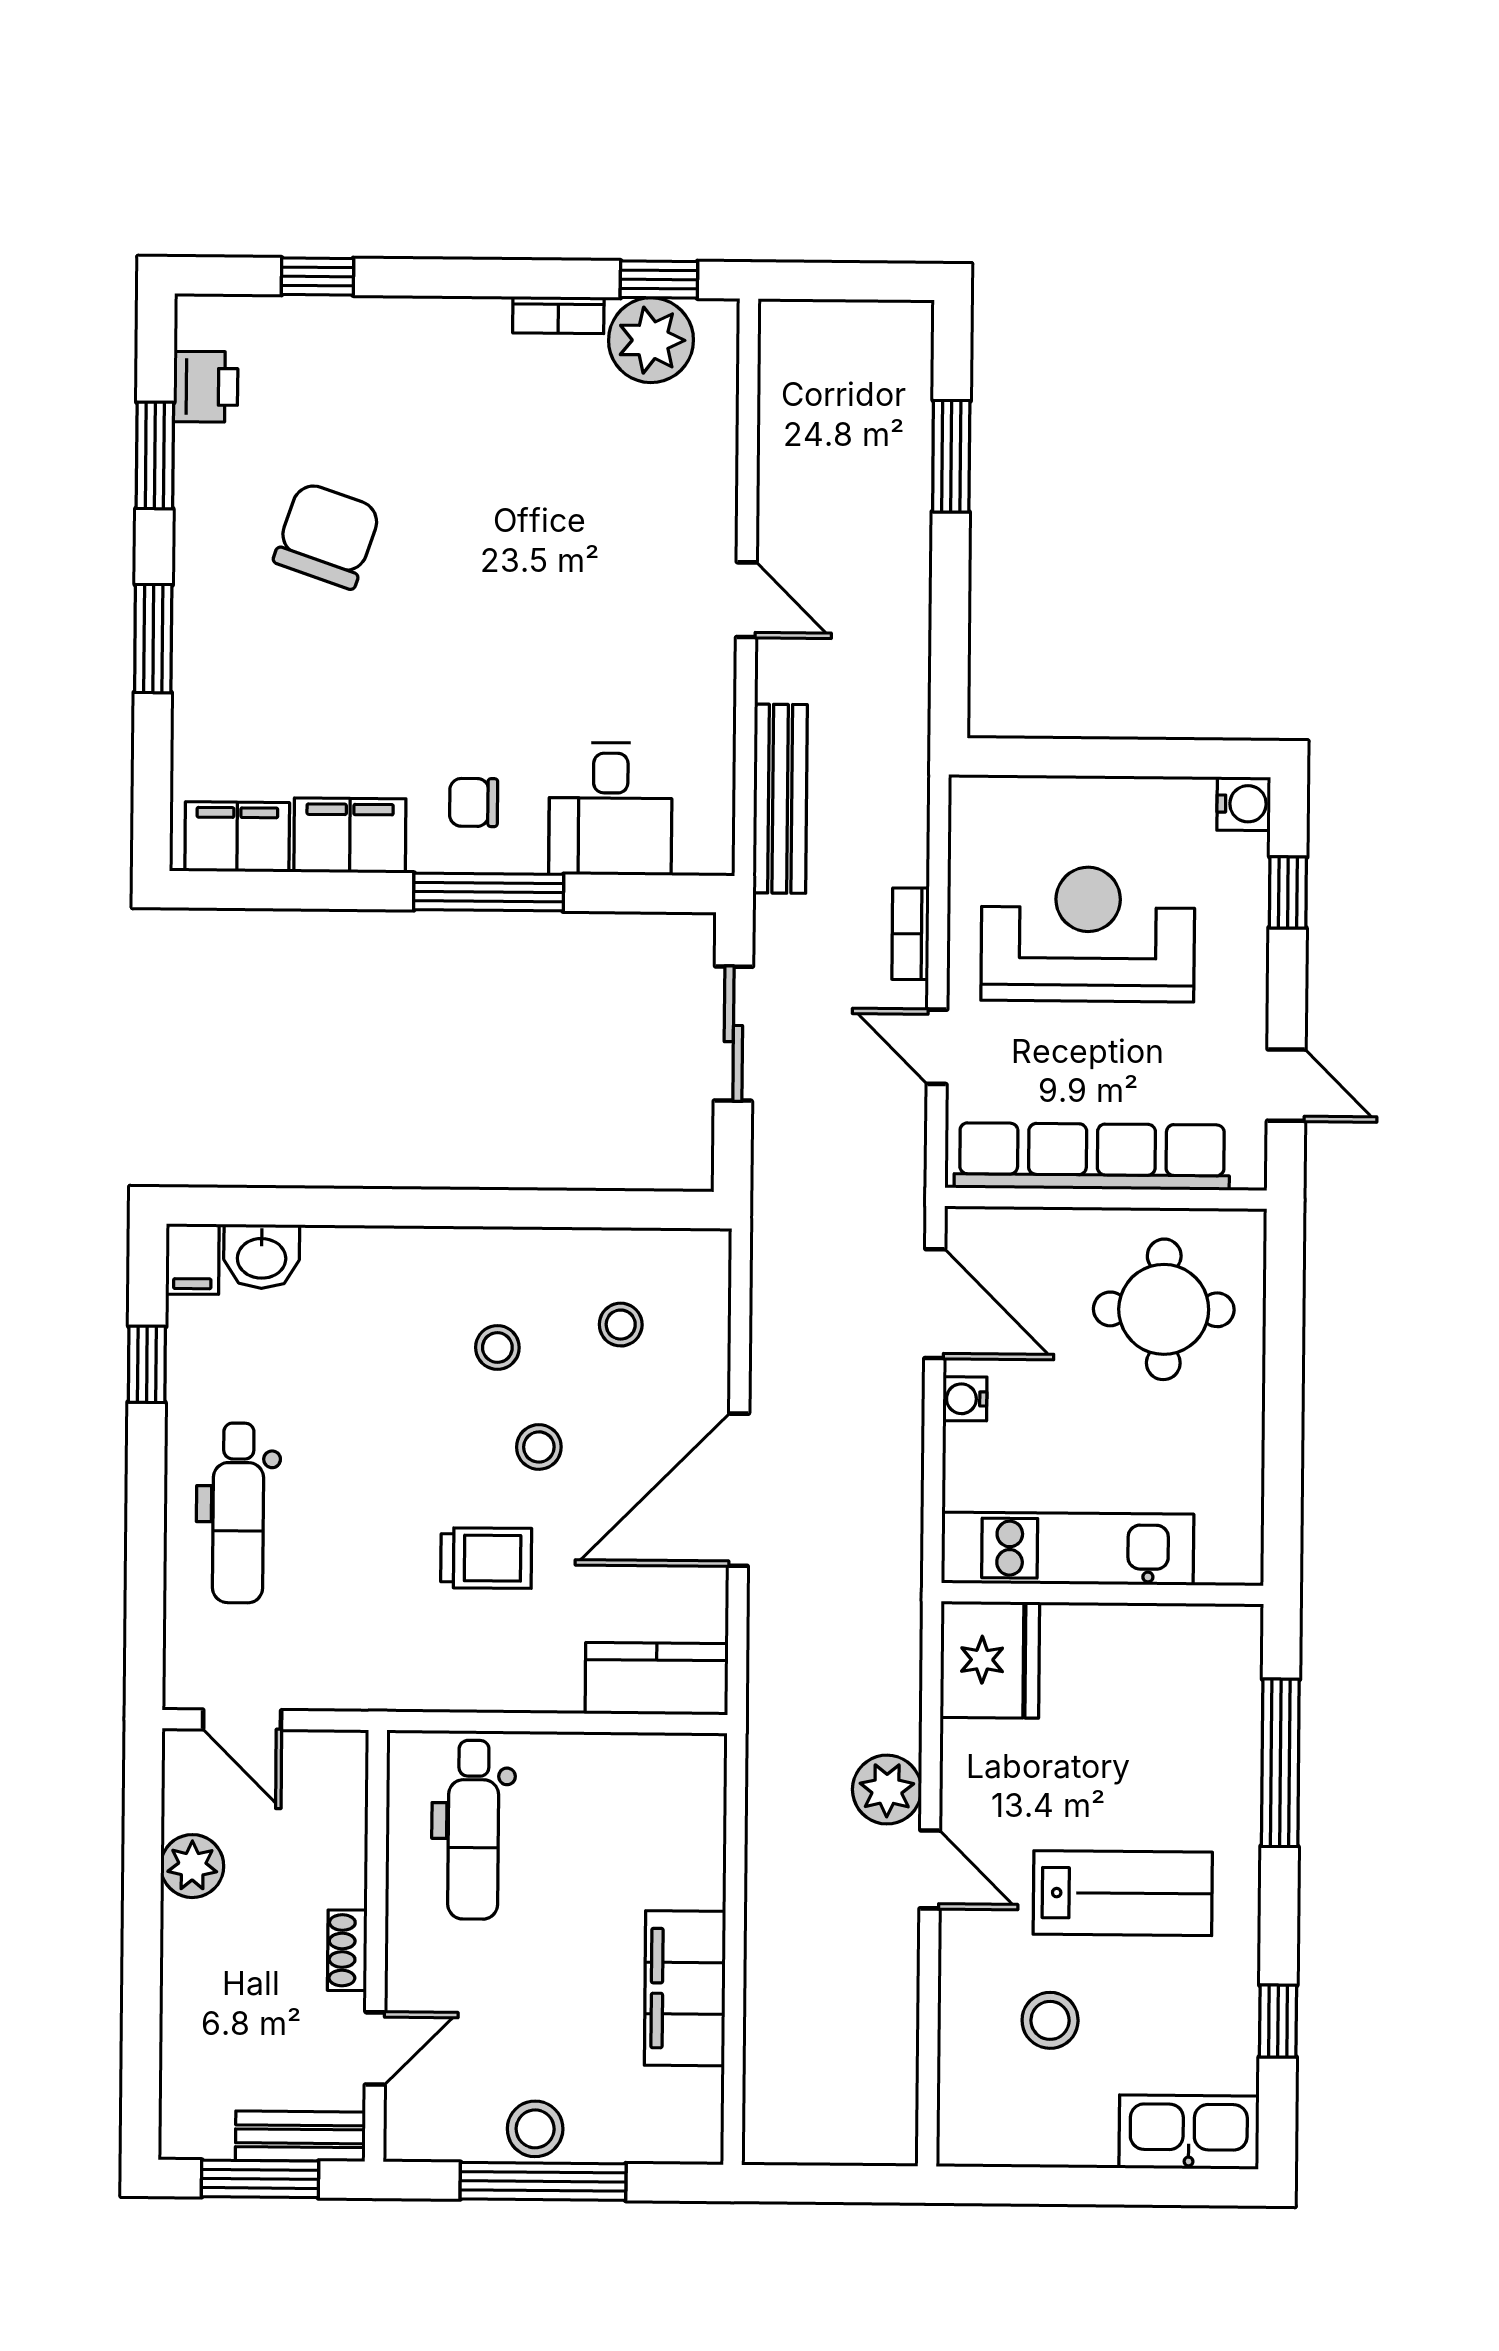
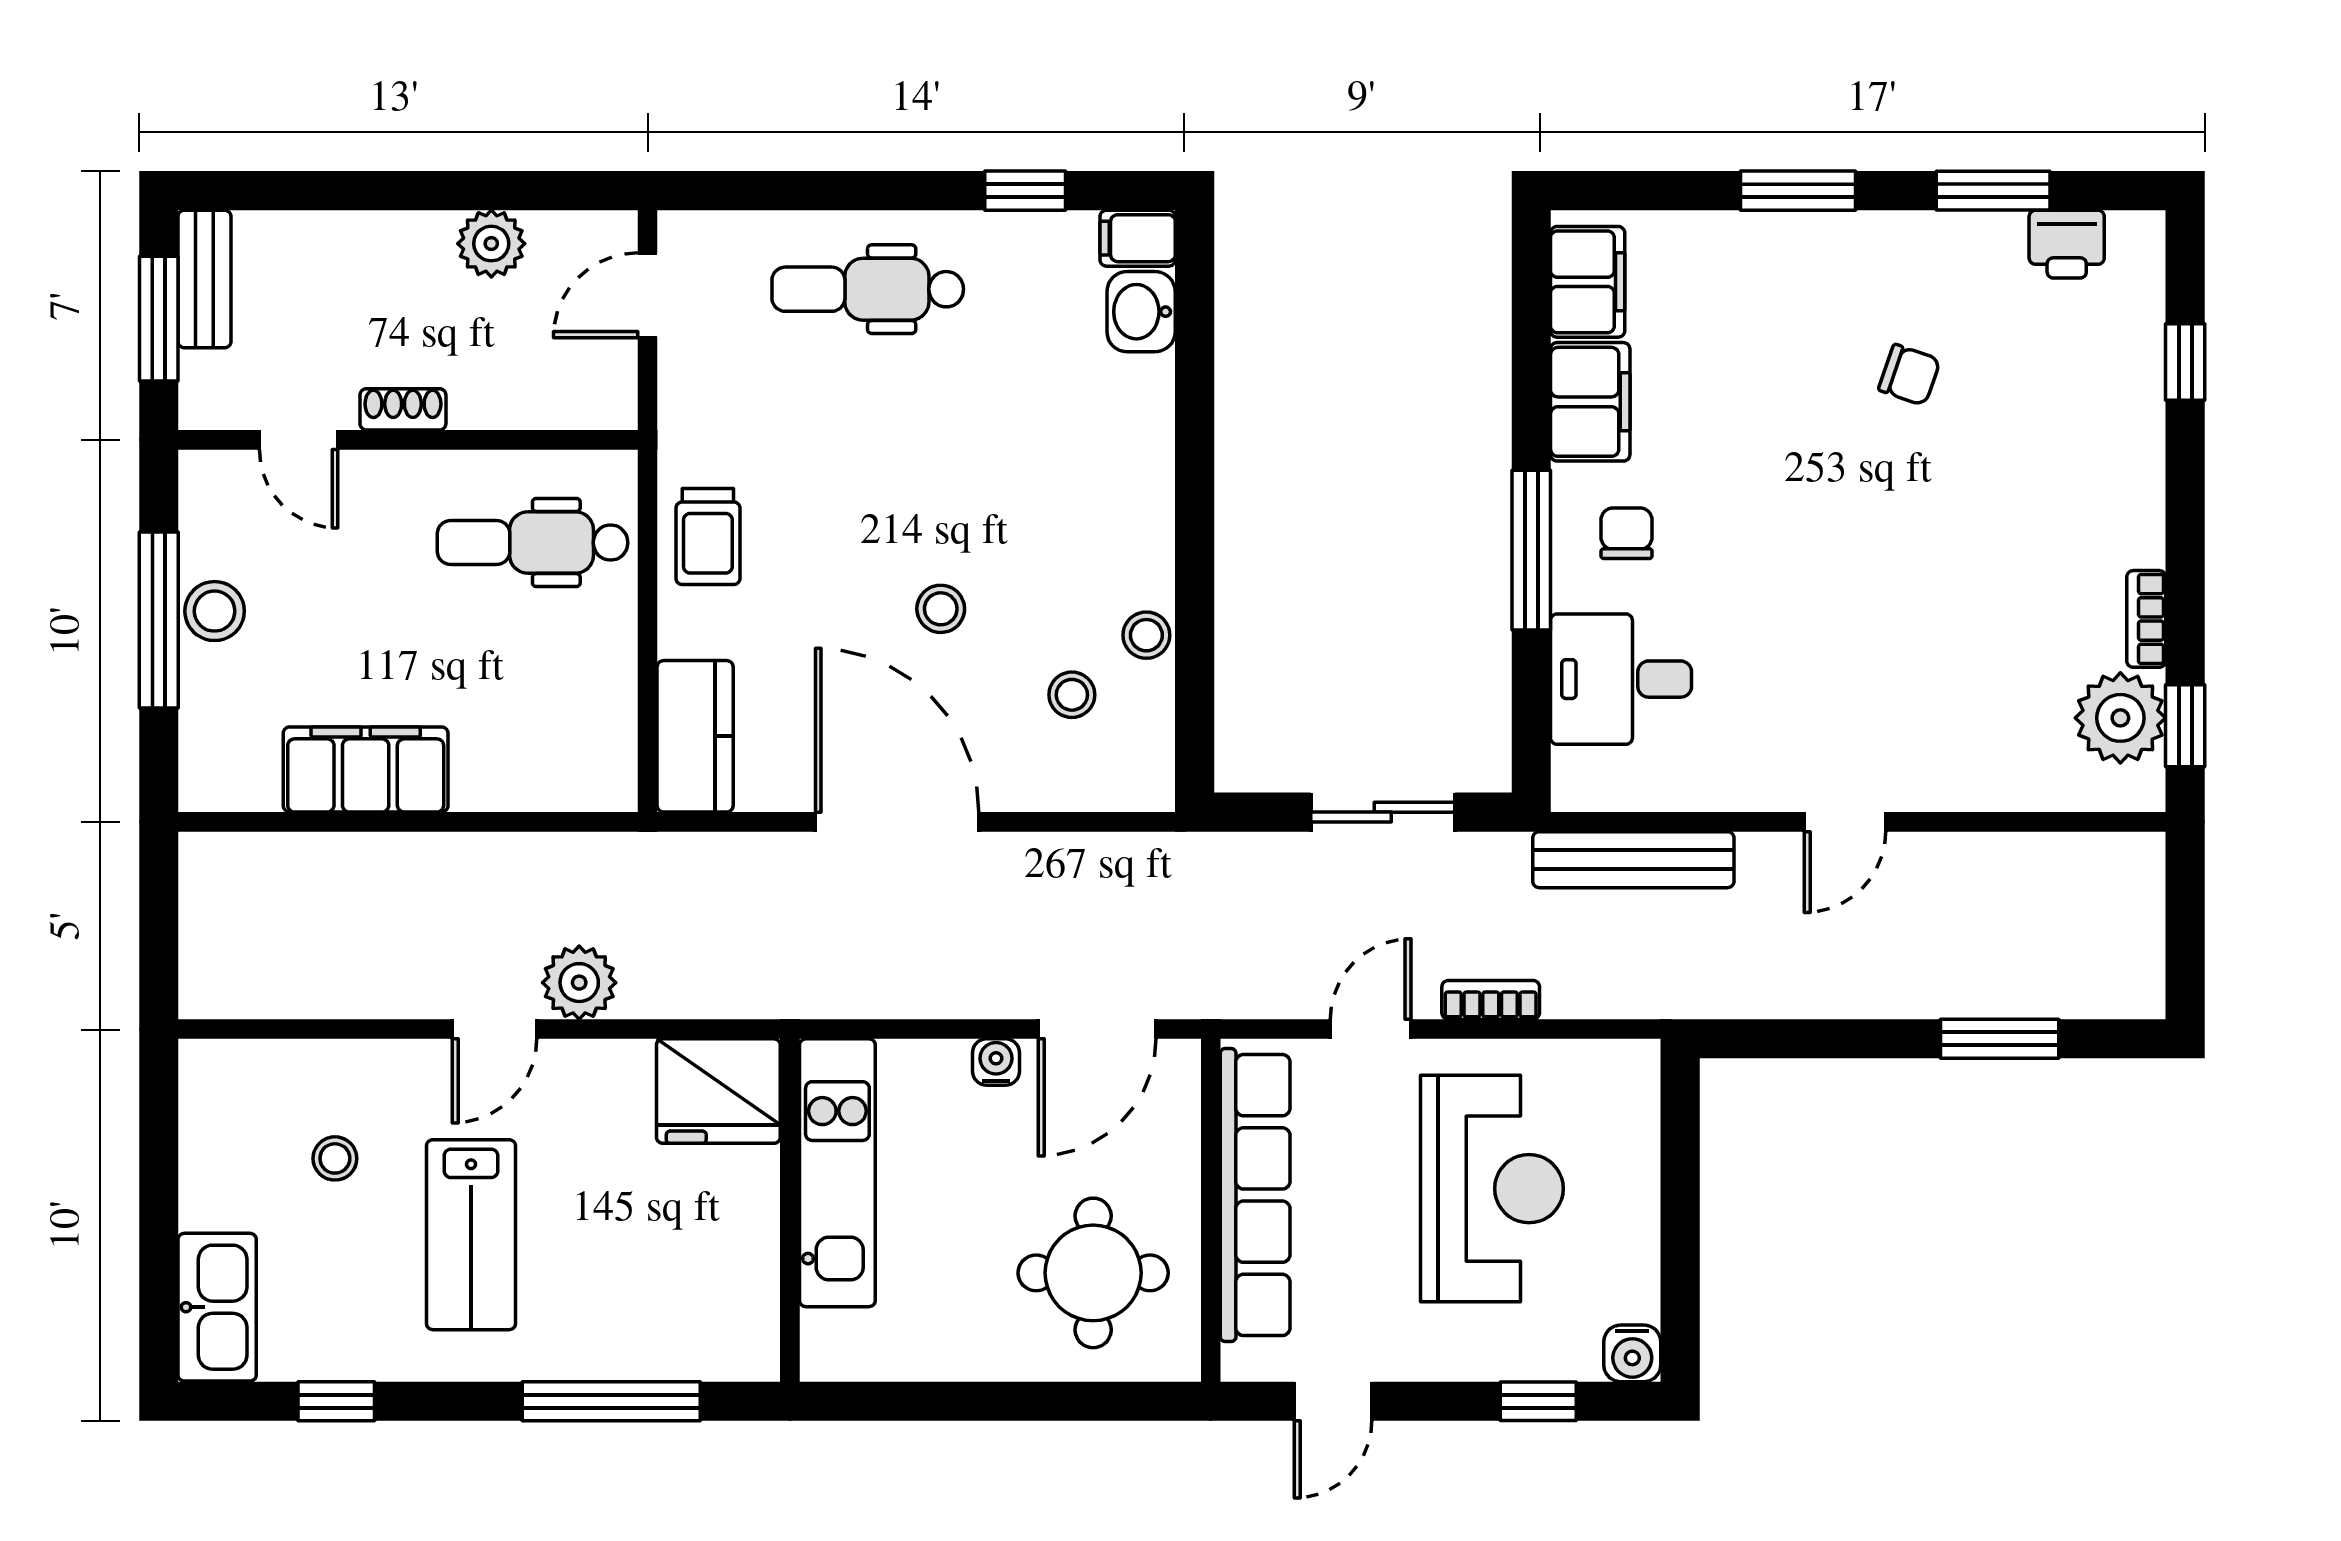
chair: (327, 536) -> (1909, 375), width x0.54, depth x0.54
stool: (497, 1347) -> (1146, 635), moved
trolley: (486, 1558) -> (708, 537), moved
stool: (1050, 2020) -> (335, 1158), width x0.73, depth x0.73
bench: (300, 2136) -> (204, 279), moved

